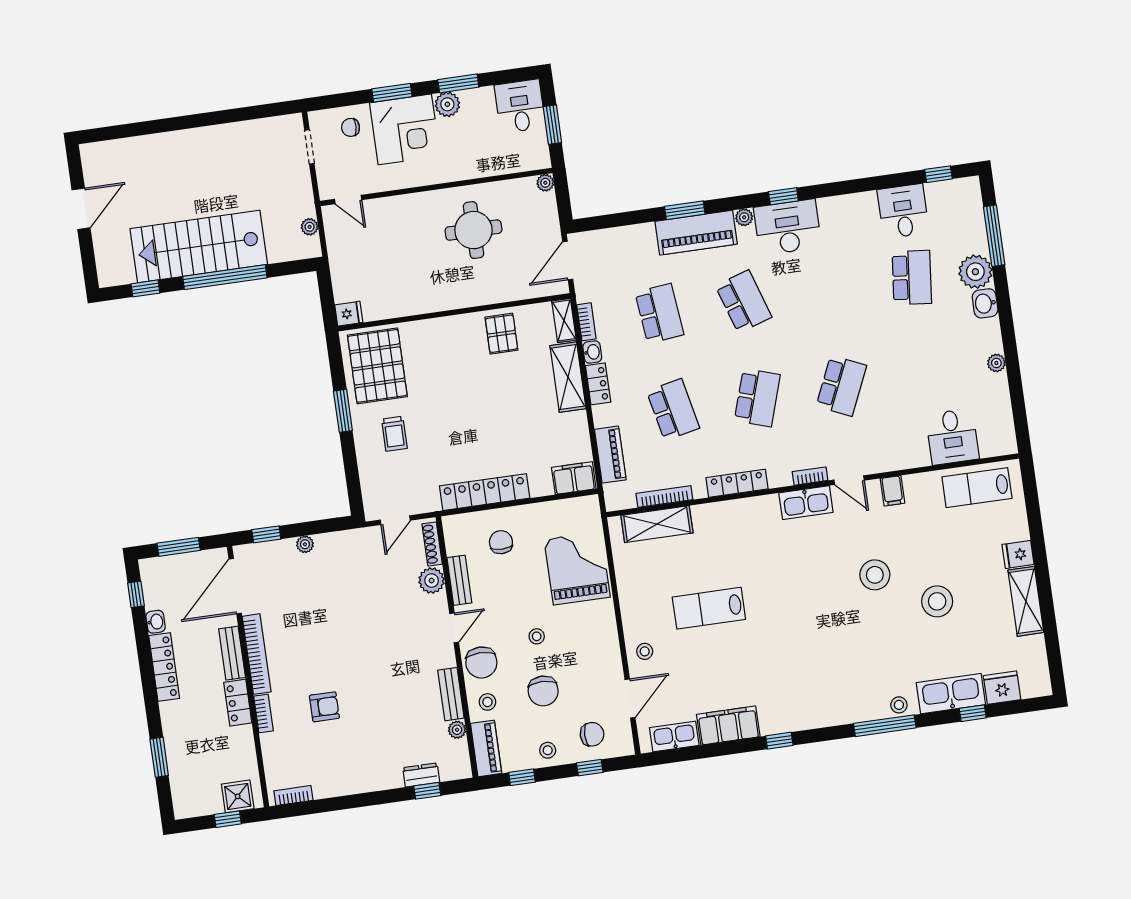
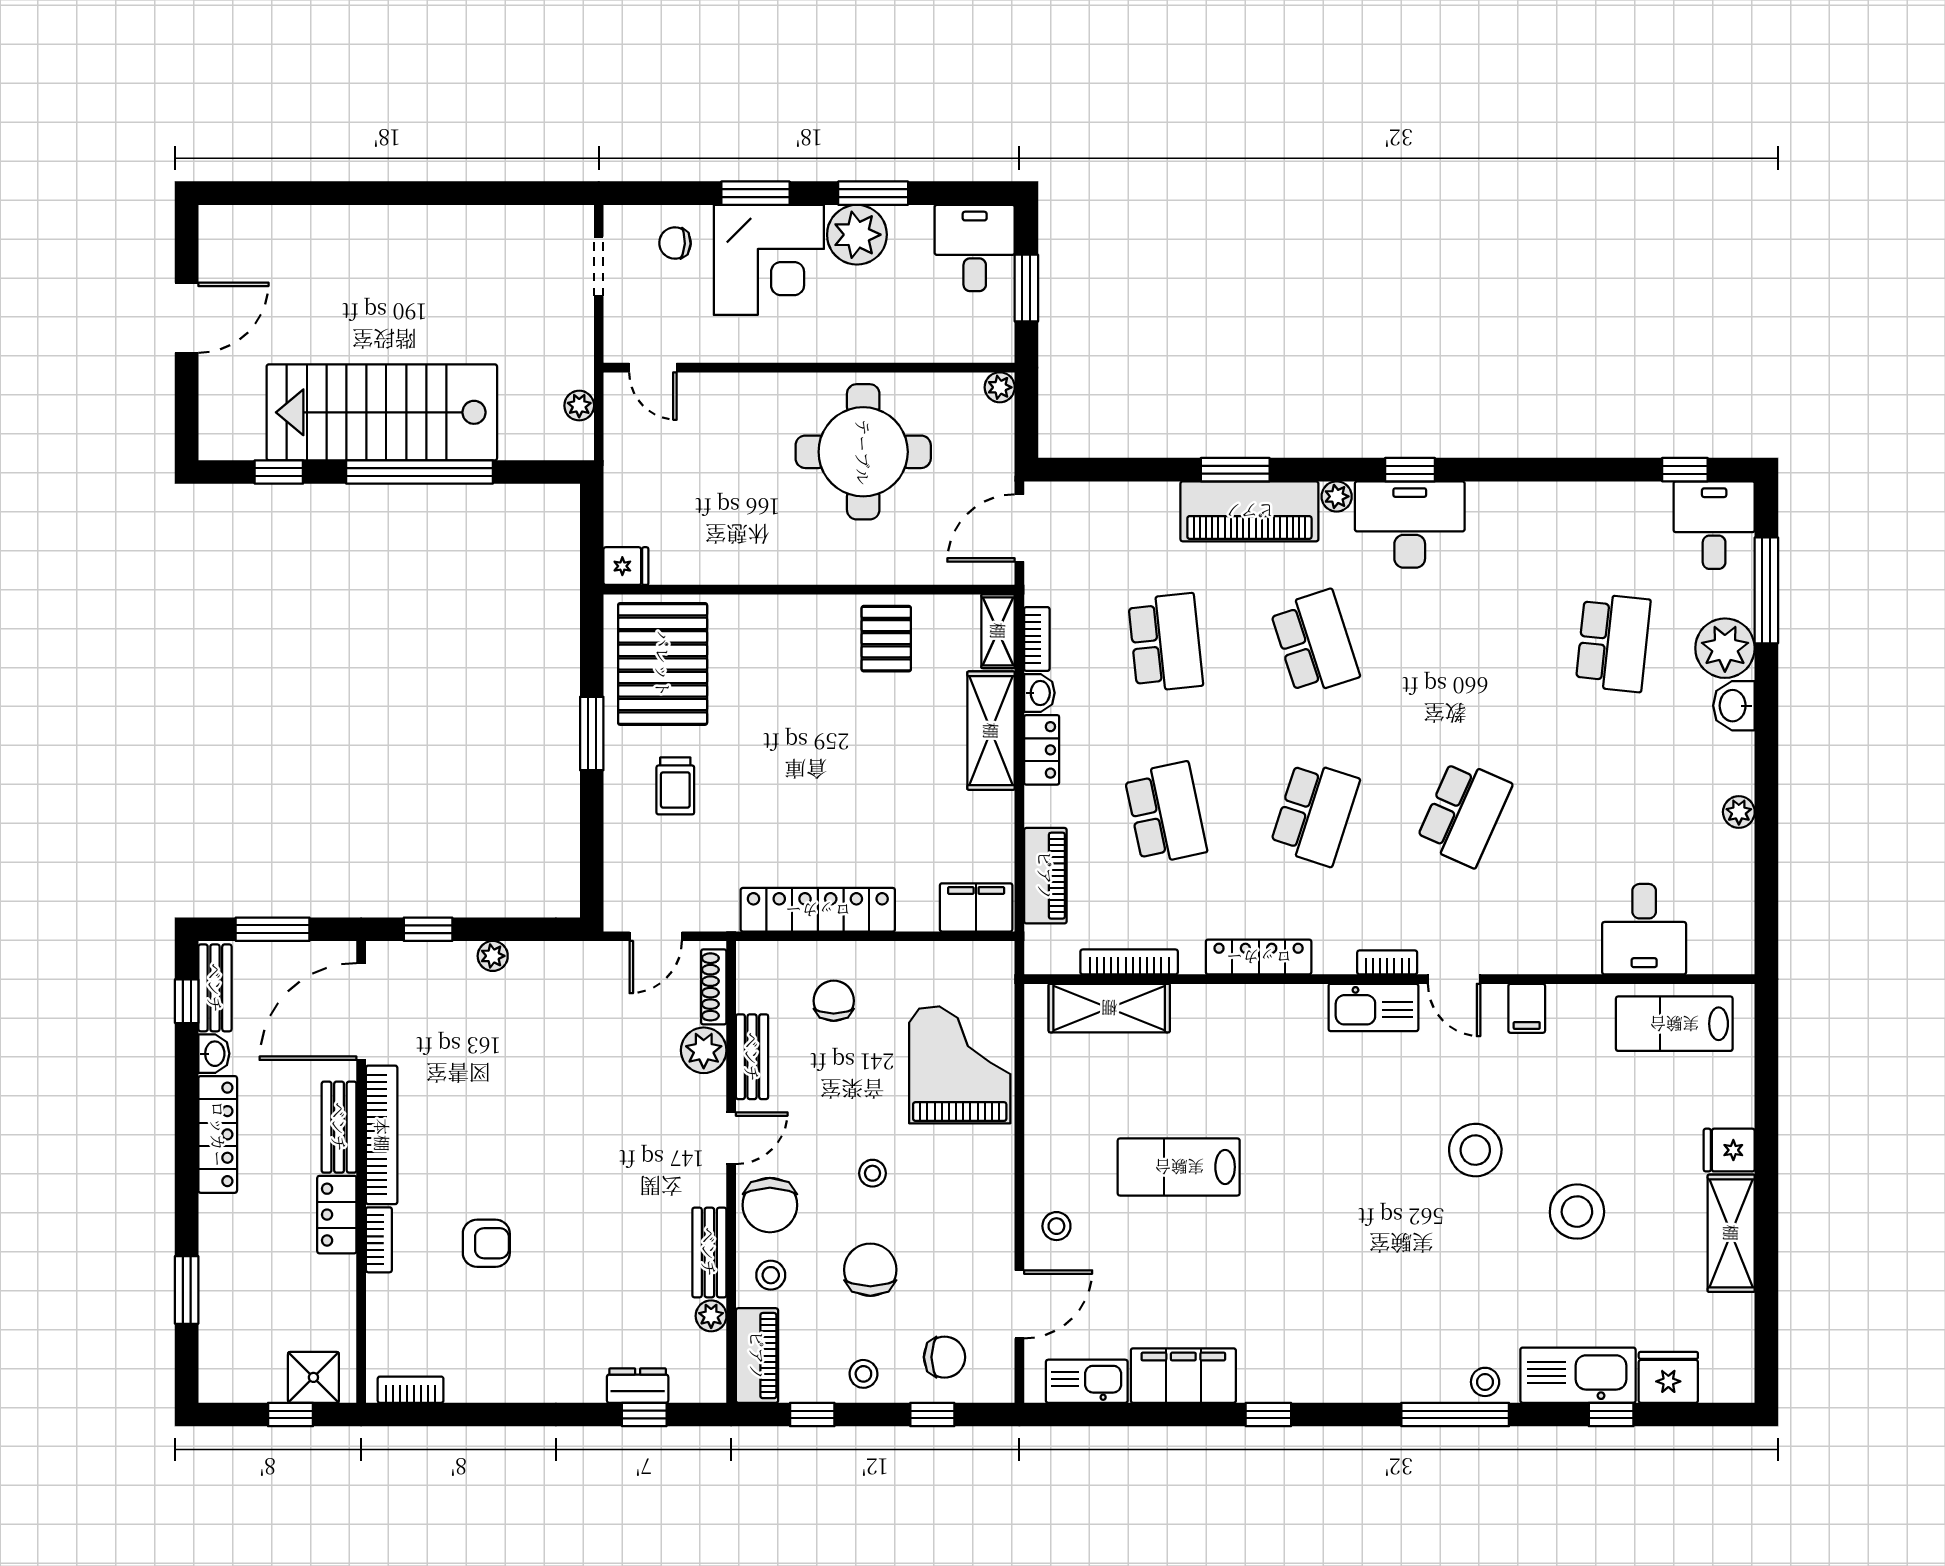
plant: (447, 104) -> (857, 235), width x1.36, depth x1.36
desk: (903, 211) -> (1714, 525), moved
round table: (473, 230) -> (863, 452), width x1.36, depth x1.36
bench: (151, 585) -> (215, 988), added
chair: (543, 691) -> (870, 1270), turned 180

